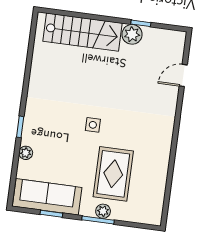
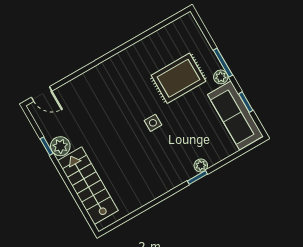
door: (183, 75) -> (42, 94), moved
plant: (26, 153) -> (201, 165), moved
plant: (103, 211) -> (221, 77), moved

